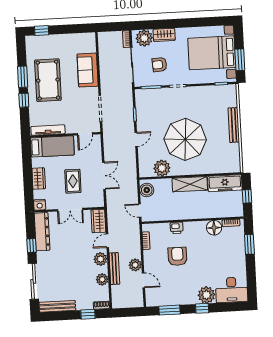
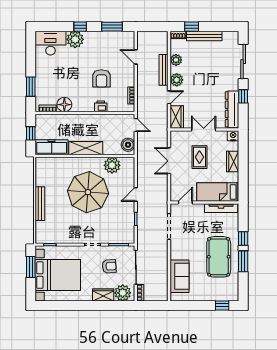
sofa: (88, 70) -> (180, 276), moved
plant: (135, 265) -> (143, 72), removed
bench: (57, 306) -> (204, 36), moved

